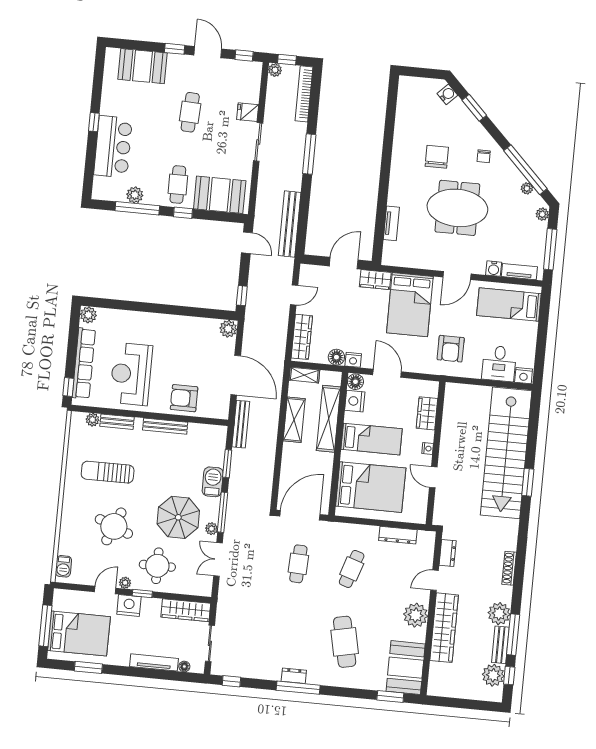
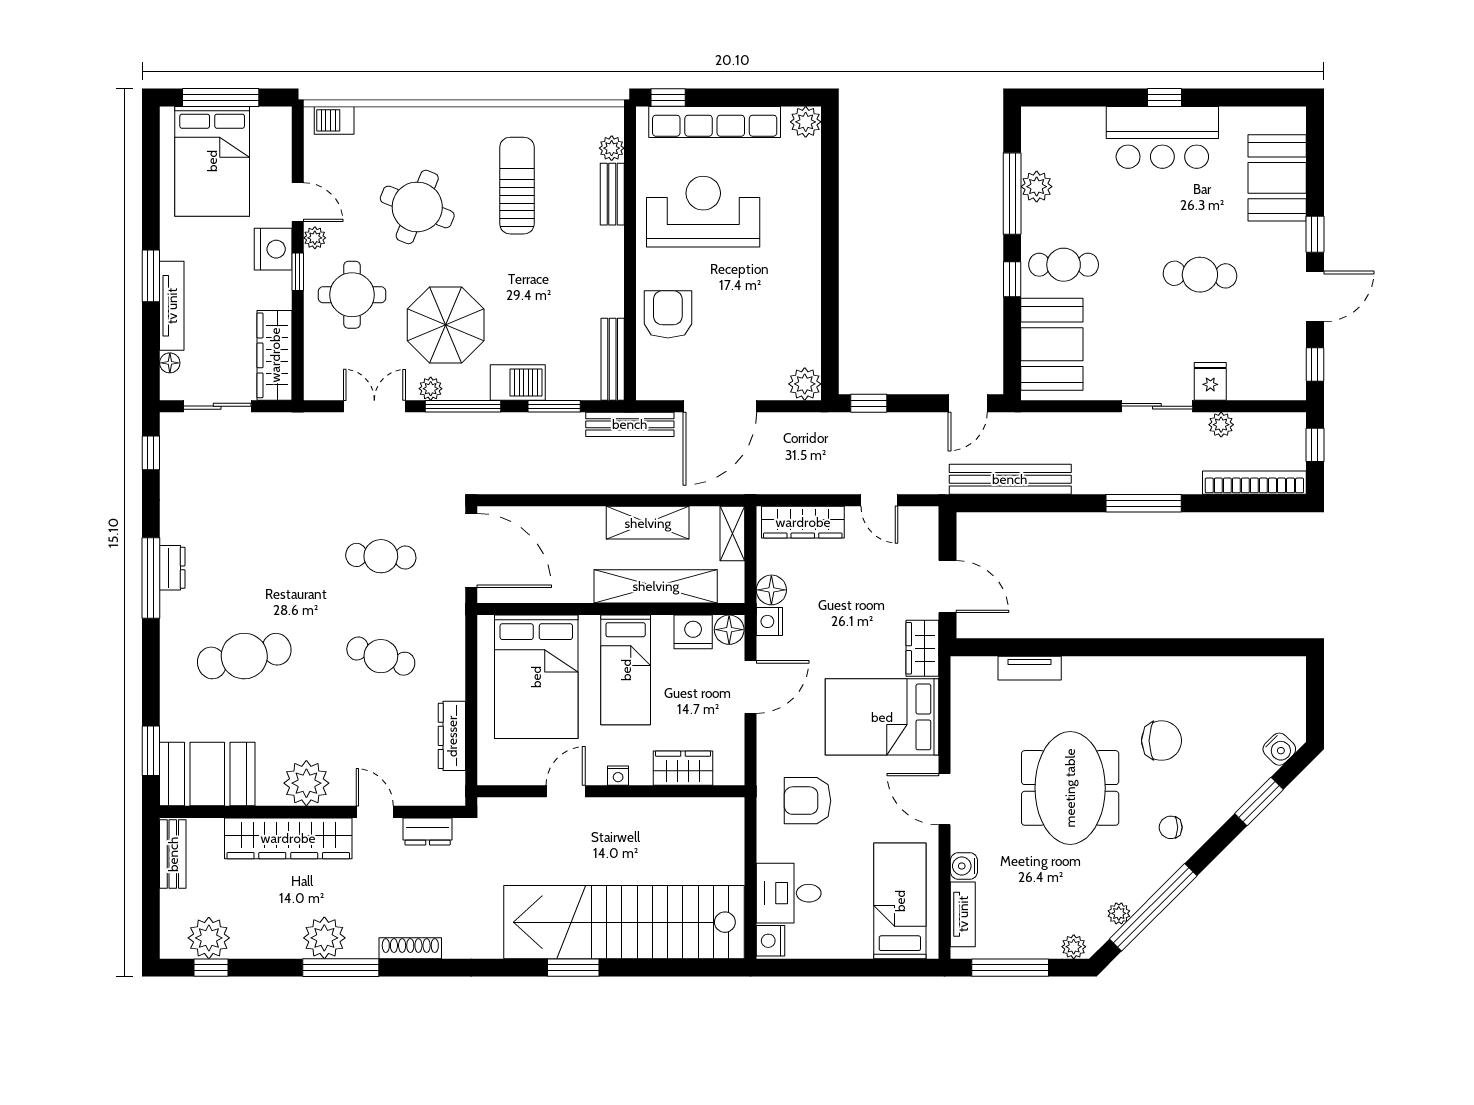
plant: (275, 70) -> (1221, 425), moved
bar counter: (113, 147) -> (1162, 137), moved
bench: (165, 426) -> (613, 359), moved
window: (513, 635) -> (341, 968), moved
bench: (500, 645) -> (173, 854), moved, turned 90
window: (88, 667) -> (151, 276), moved

